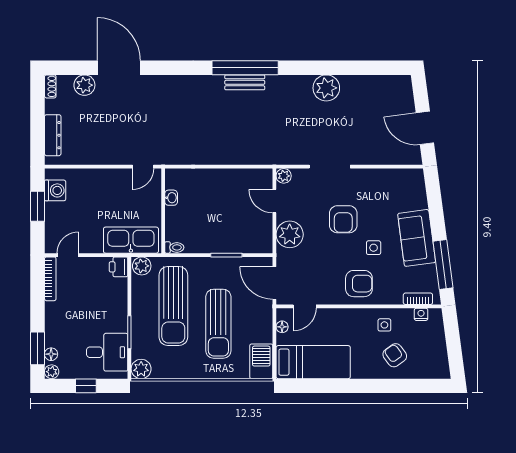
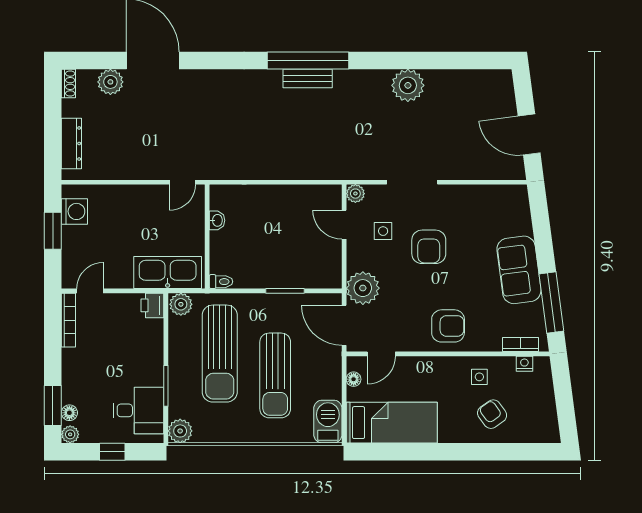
plant: (290, 234) -> (363, 288), moved
side table: (374, 248) -> (383, 231), moved

